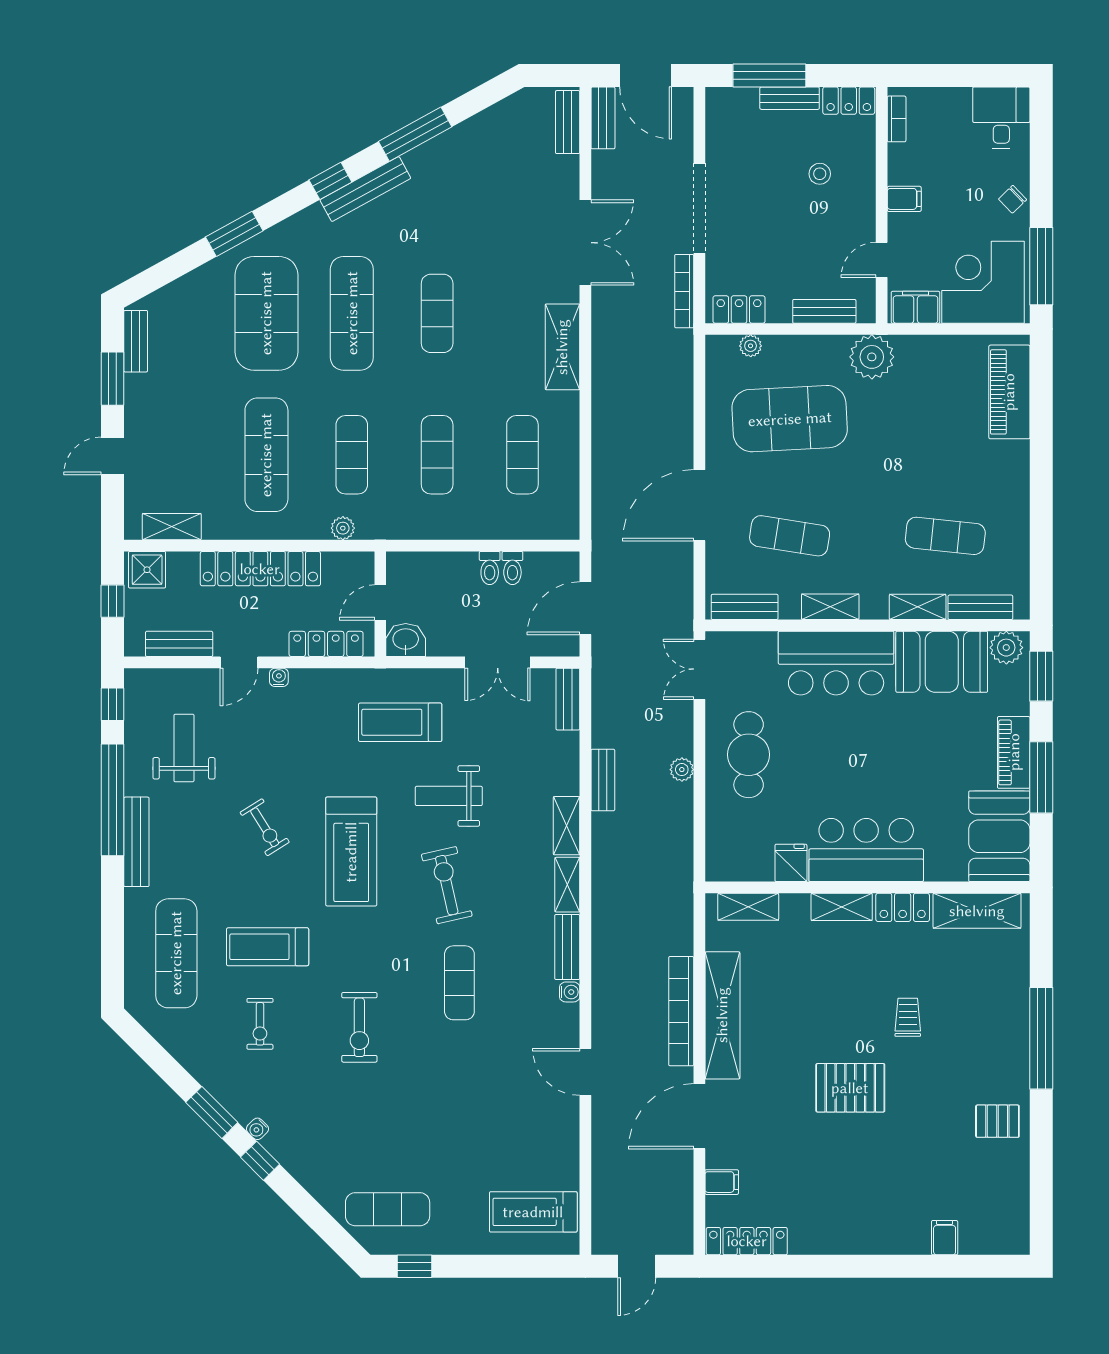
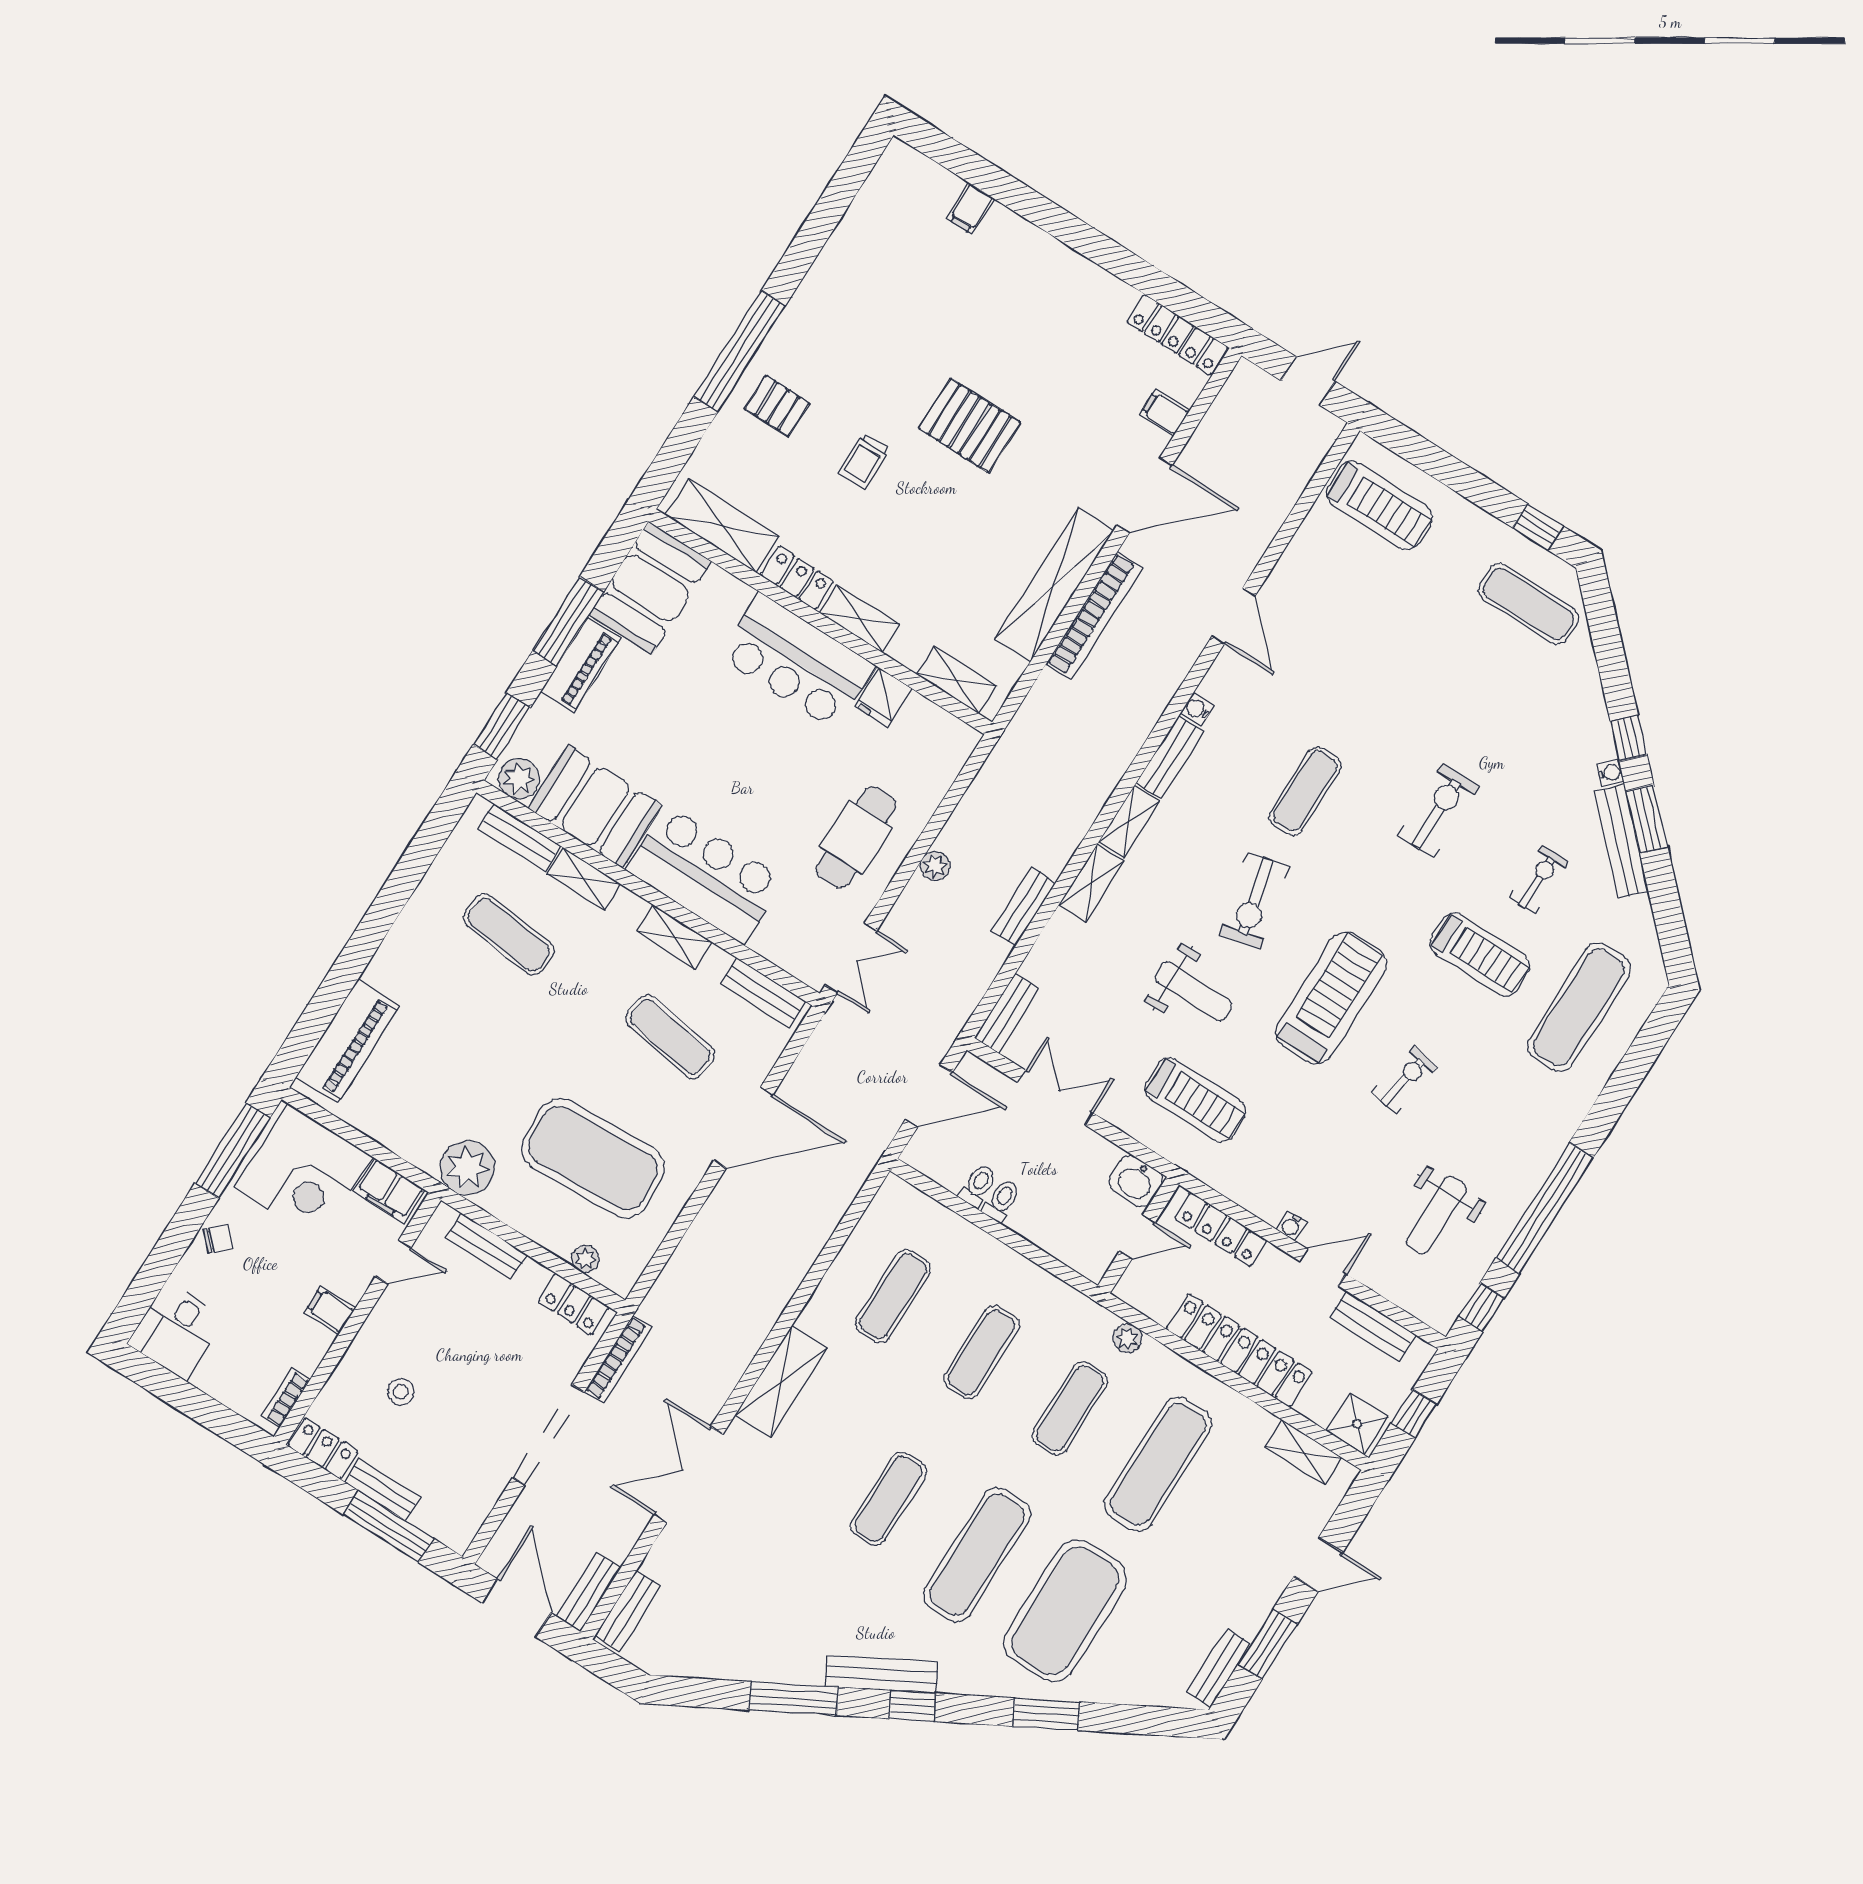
exercise bike: (265, 827) -> (1405, 1080), turned 42
bench: (136, 842) -> (1622, 841), moved, turned -45
pallet: (997, 1121) -> (777, 406), moved

